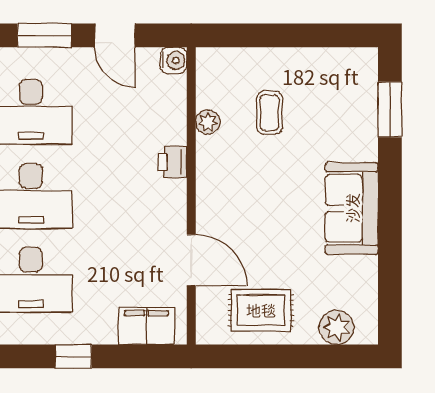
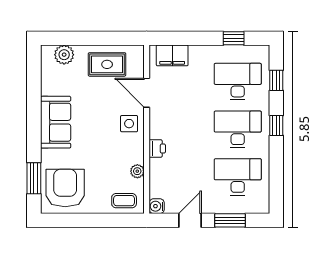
door: (115, 35) -> (190, 220), hinge flipped
armchair: (335, 92) -> (65, 188), added
coffee table: (269, 113) -> (124, 201), moved, turned 90
side table: (222, 206) -> (129, 124), added
window: (73, 356) -> (234, 38), moved

